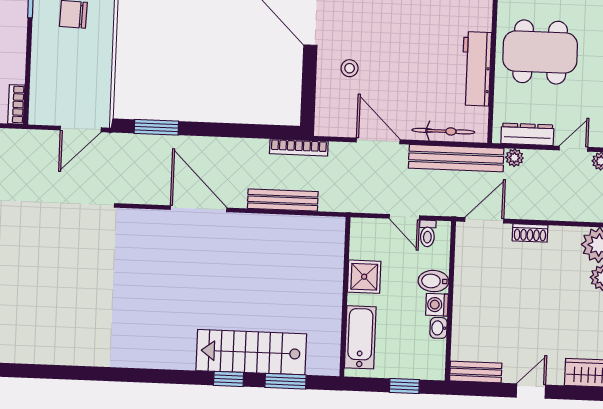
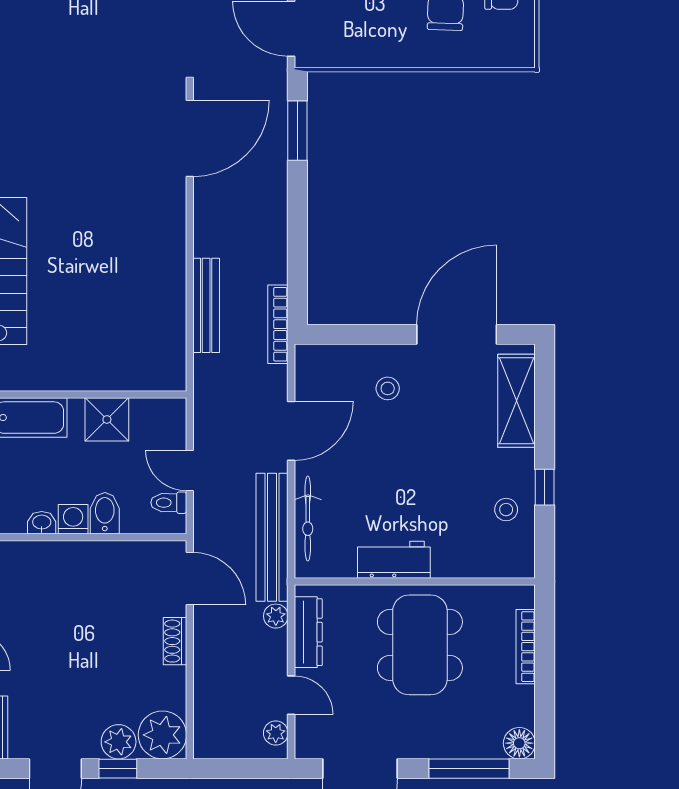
workbench: (476, 69) -> (394, 560), width x0.73
door: (198, 209) -> (190, 138), moved
door: (404, 217) -> (190, 471), hinge flipped

